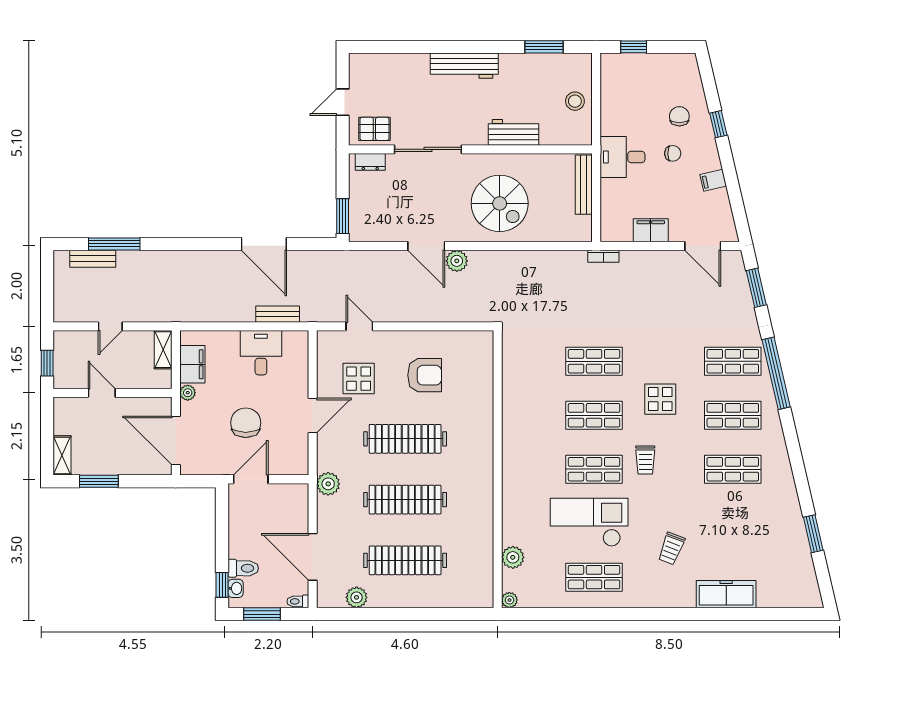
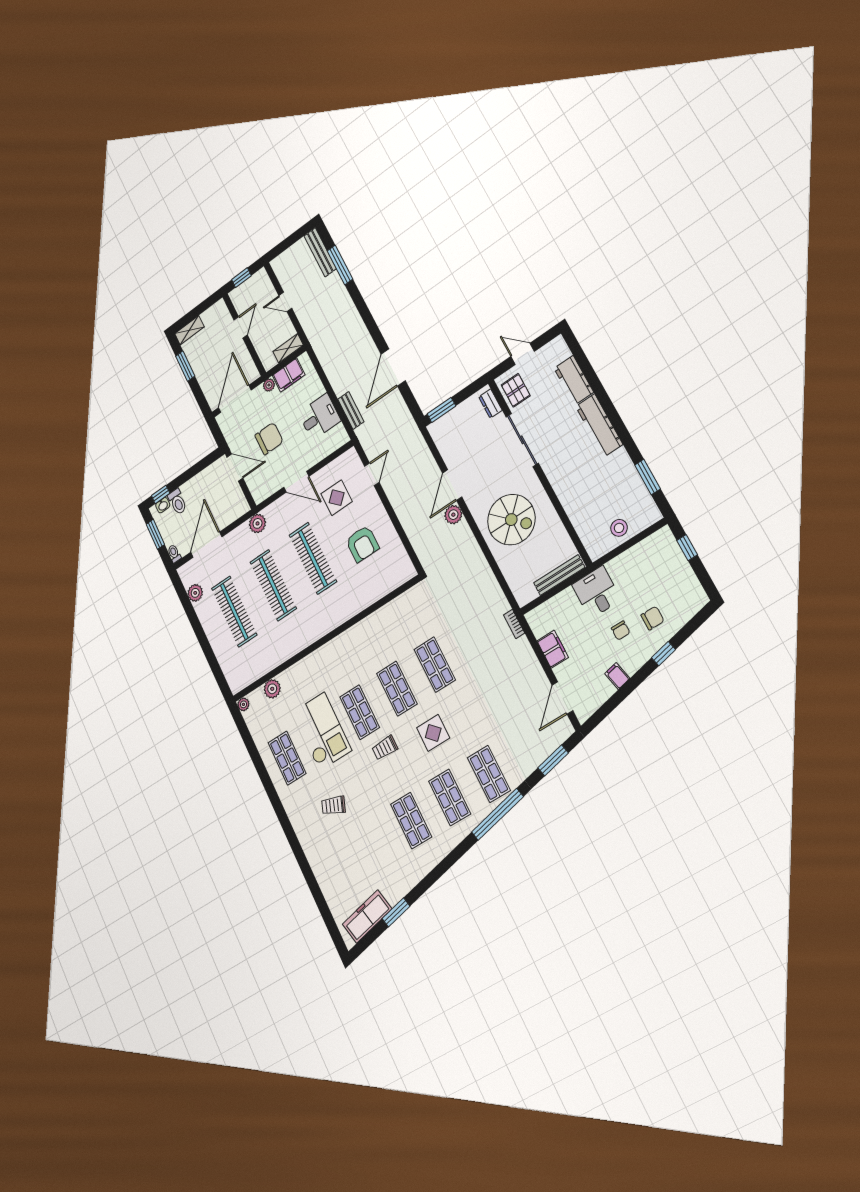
workbench: (514, 132) -> (574, 380), moved, turned 180
spiral stairs: (500, 203) -> (511, 520), turned -90
bench: (93, 259) -> (320, 252), width x1.36
freezer: (726, 594) -> (367, 917), moved, turned -103

